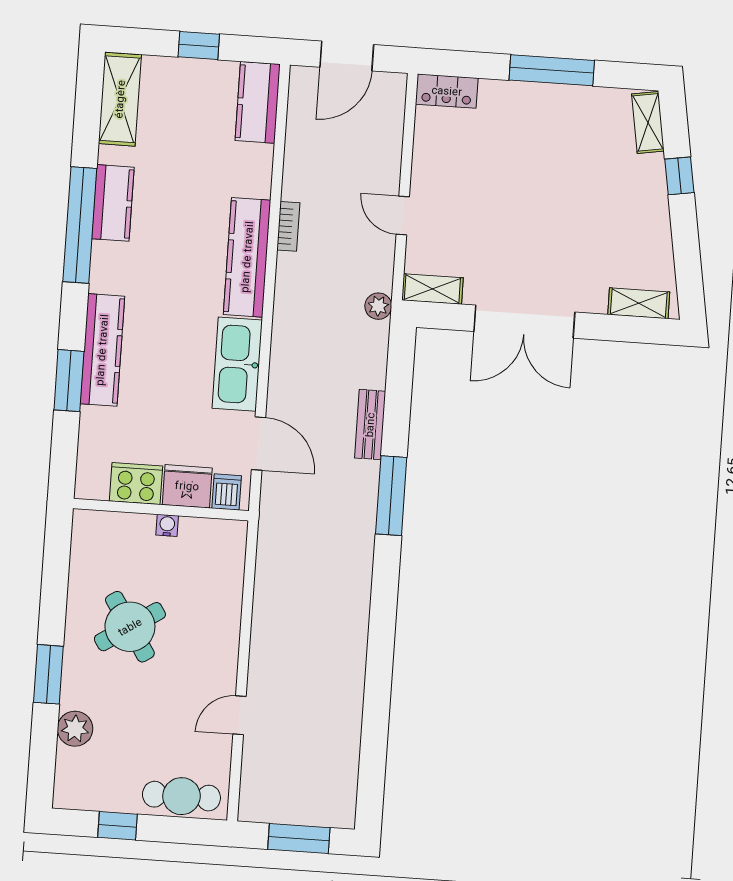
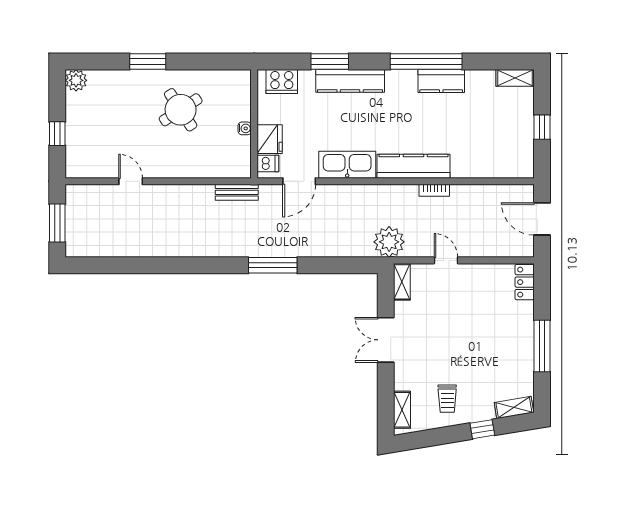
shelving: (120, 99) -> (515, 78), width x0.67, depth x0.75
kitchen counter: (258, 102) -> (509, 166), removed
door: (403, 216) -> (446, 260), hinge flipped
trolley: (626, 229) -> (447, 399), added
plant: (378, 306) -> (389, 242), width x1.88, depth x1.88
double door: (524, 322) -> (386, 340), width x0.73
bench: (370, 425) -> (237, 192), moved
cooker: (136, 484) -> (282, 82), moved, turned 90
plant: (75, 729) -> (76, 80), moved
cafe table: (181, 796) -> (78, 149), removed
window: (117, 826) -> (57, 134), moved

